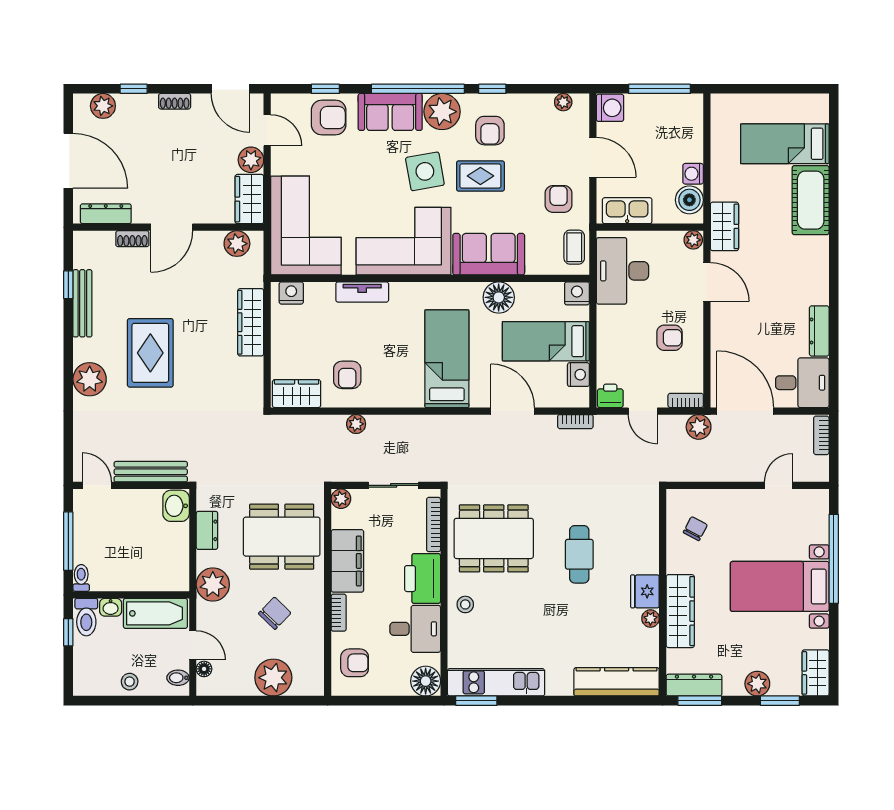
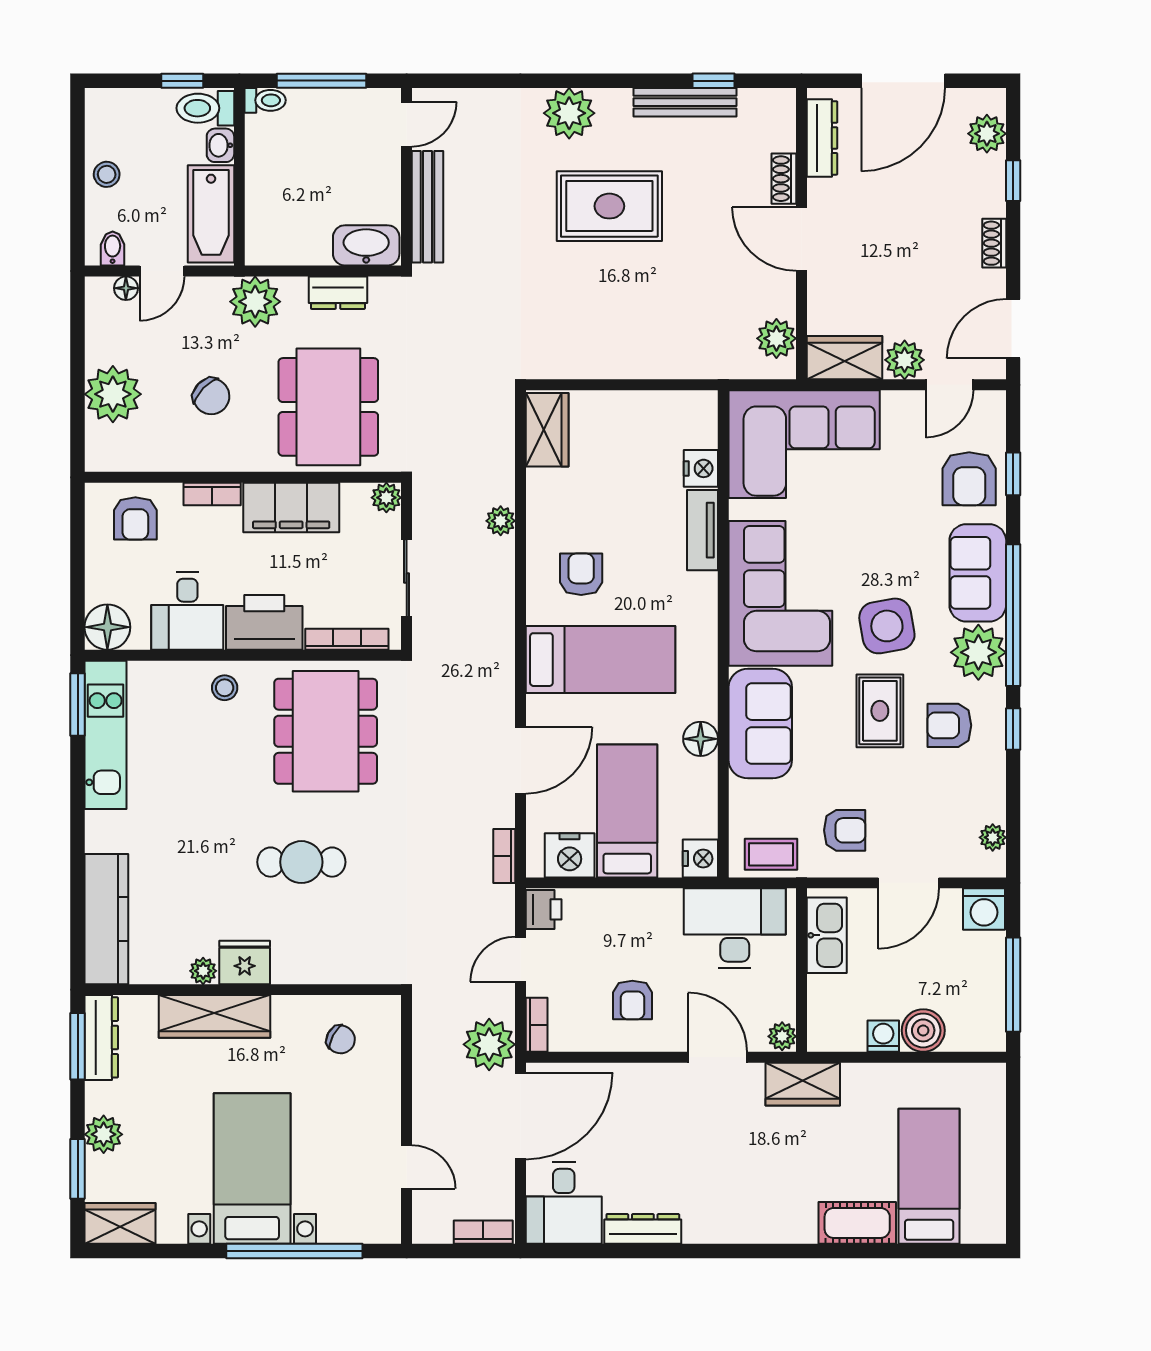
boiler: (689, 200) -> (923, 1030), moved
cot: (811, 200) -> (857, 1223), width x0.73, depth x0.75
door: (707, 282) -> (718, 1057), swing flipped
nightstand: (291, 293) -> (701, 468), moved
floor lamp: (499, 297) -> (701, 739), width x0.73, depth x0.73
wardrobe: (251, 322) -> (656, 360), removed
armchair: (347, 375) -> (581, 574), moved, turned 90
nightstand: (578, 375) -> (570, 855), width x1.36, depth x1.33
plant: (699, 427) -> (489, 1044), width x1.36, depth x1.36
washbasin: (176, 506) -> (366, 245), width x1.38

